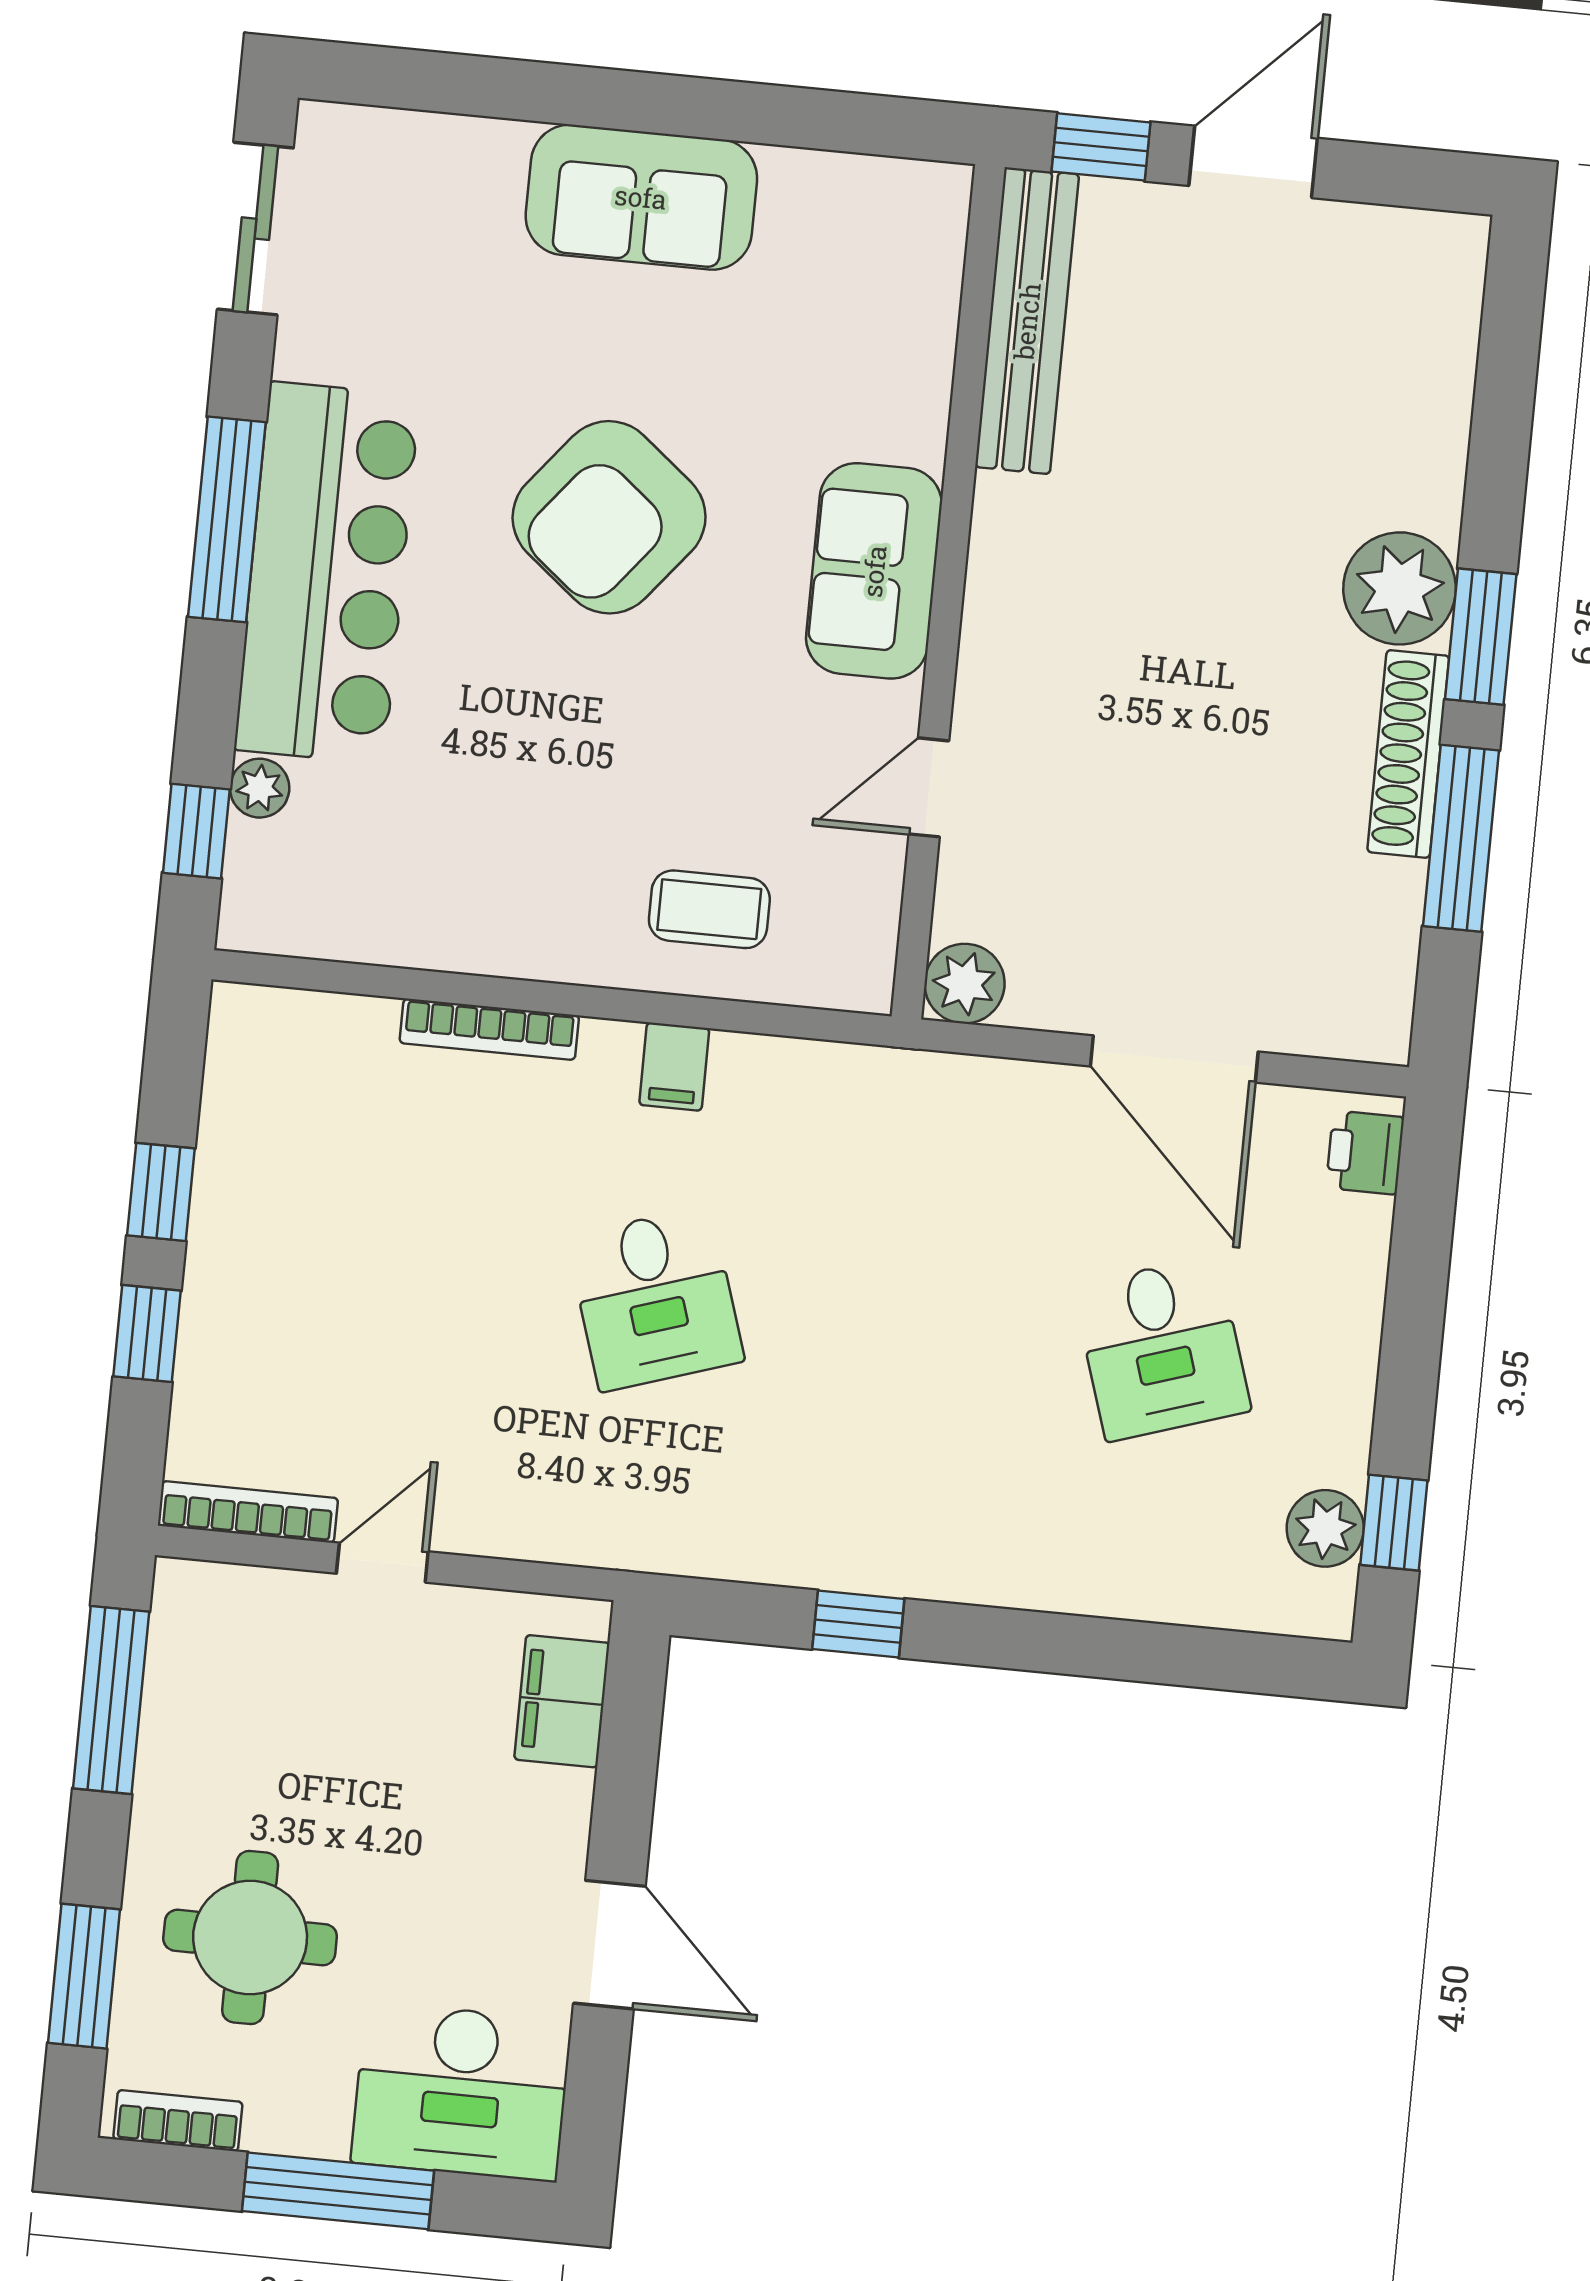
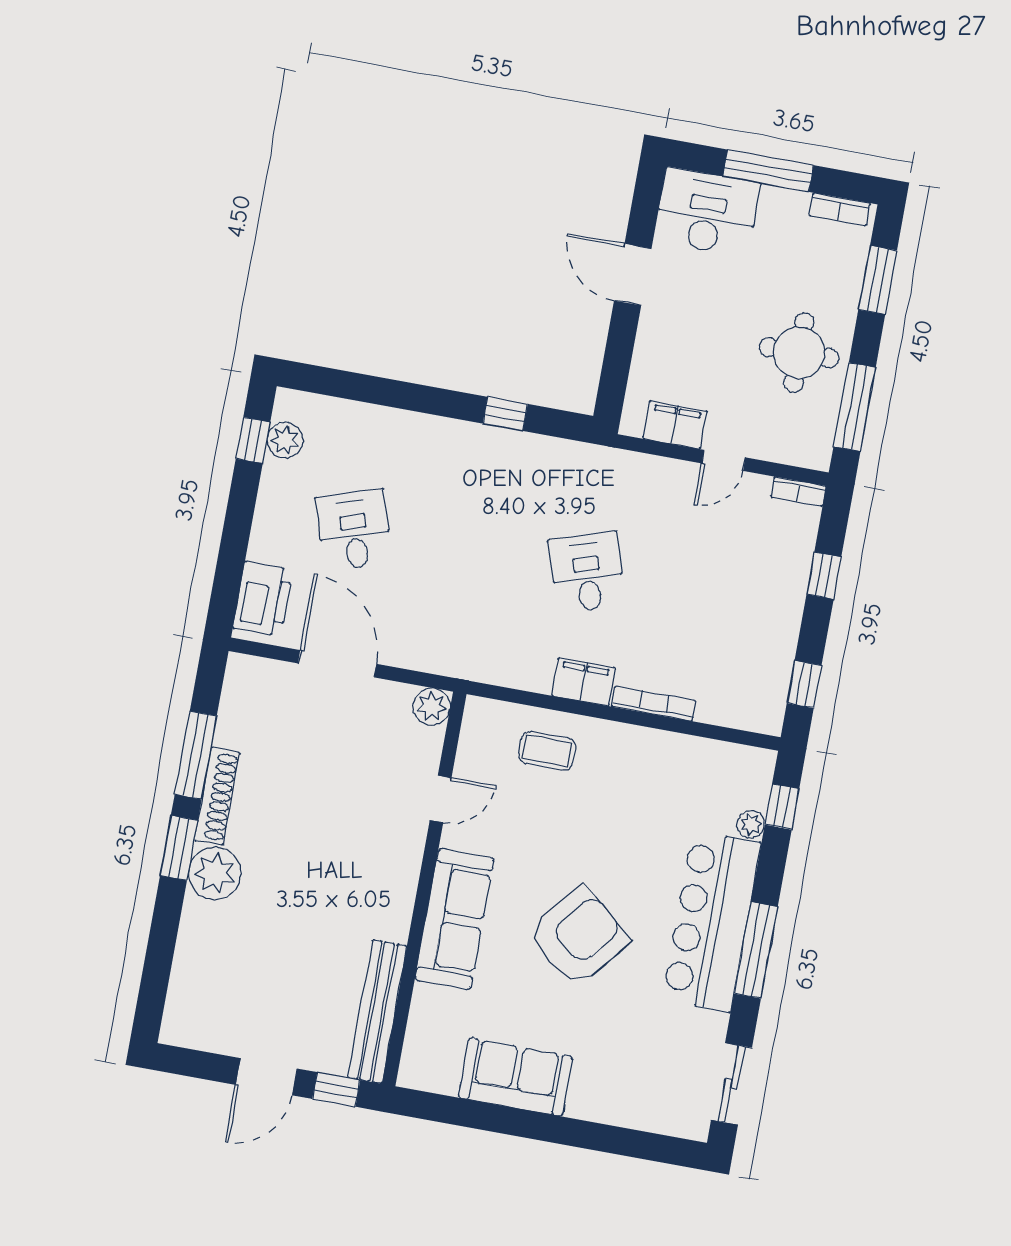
sofa: (641, 197) -> (515, 1077), moved
sofa: (874, 571) -> (455, 919), width x1.36
filing cabinet: (674, 1067) -> (584, 682), width x2.00
printer: (1365, 1153) -> (263, 599), width x1.87, depth x1.48
window: (161, 1192) -> (804, 684), moved
bookcase: (248, 1512) -> (799, 492), width x0.64
filing cabinet: (562, 1701) -> (675, 425), moved, turned -90
round table: (250, 1938) -> (799, 353), moved

